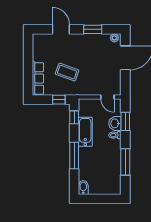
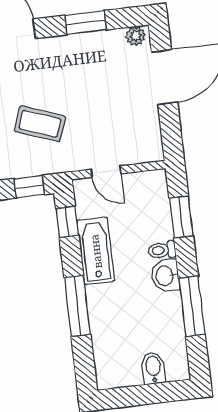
door: (107, 97) -> (106, 172), moved
washbasin: (115, 123) -> (165, 276), moved
bidet: (83, 187) -> (153, 368), moved

